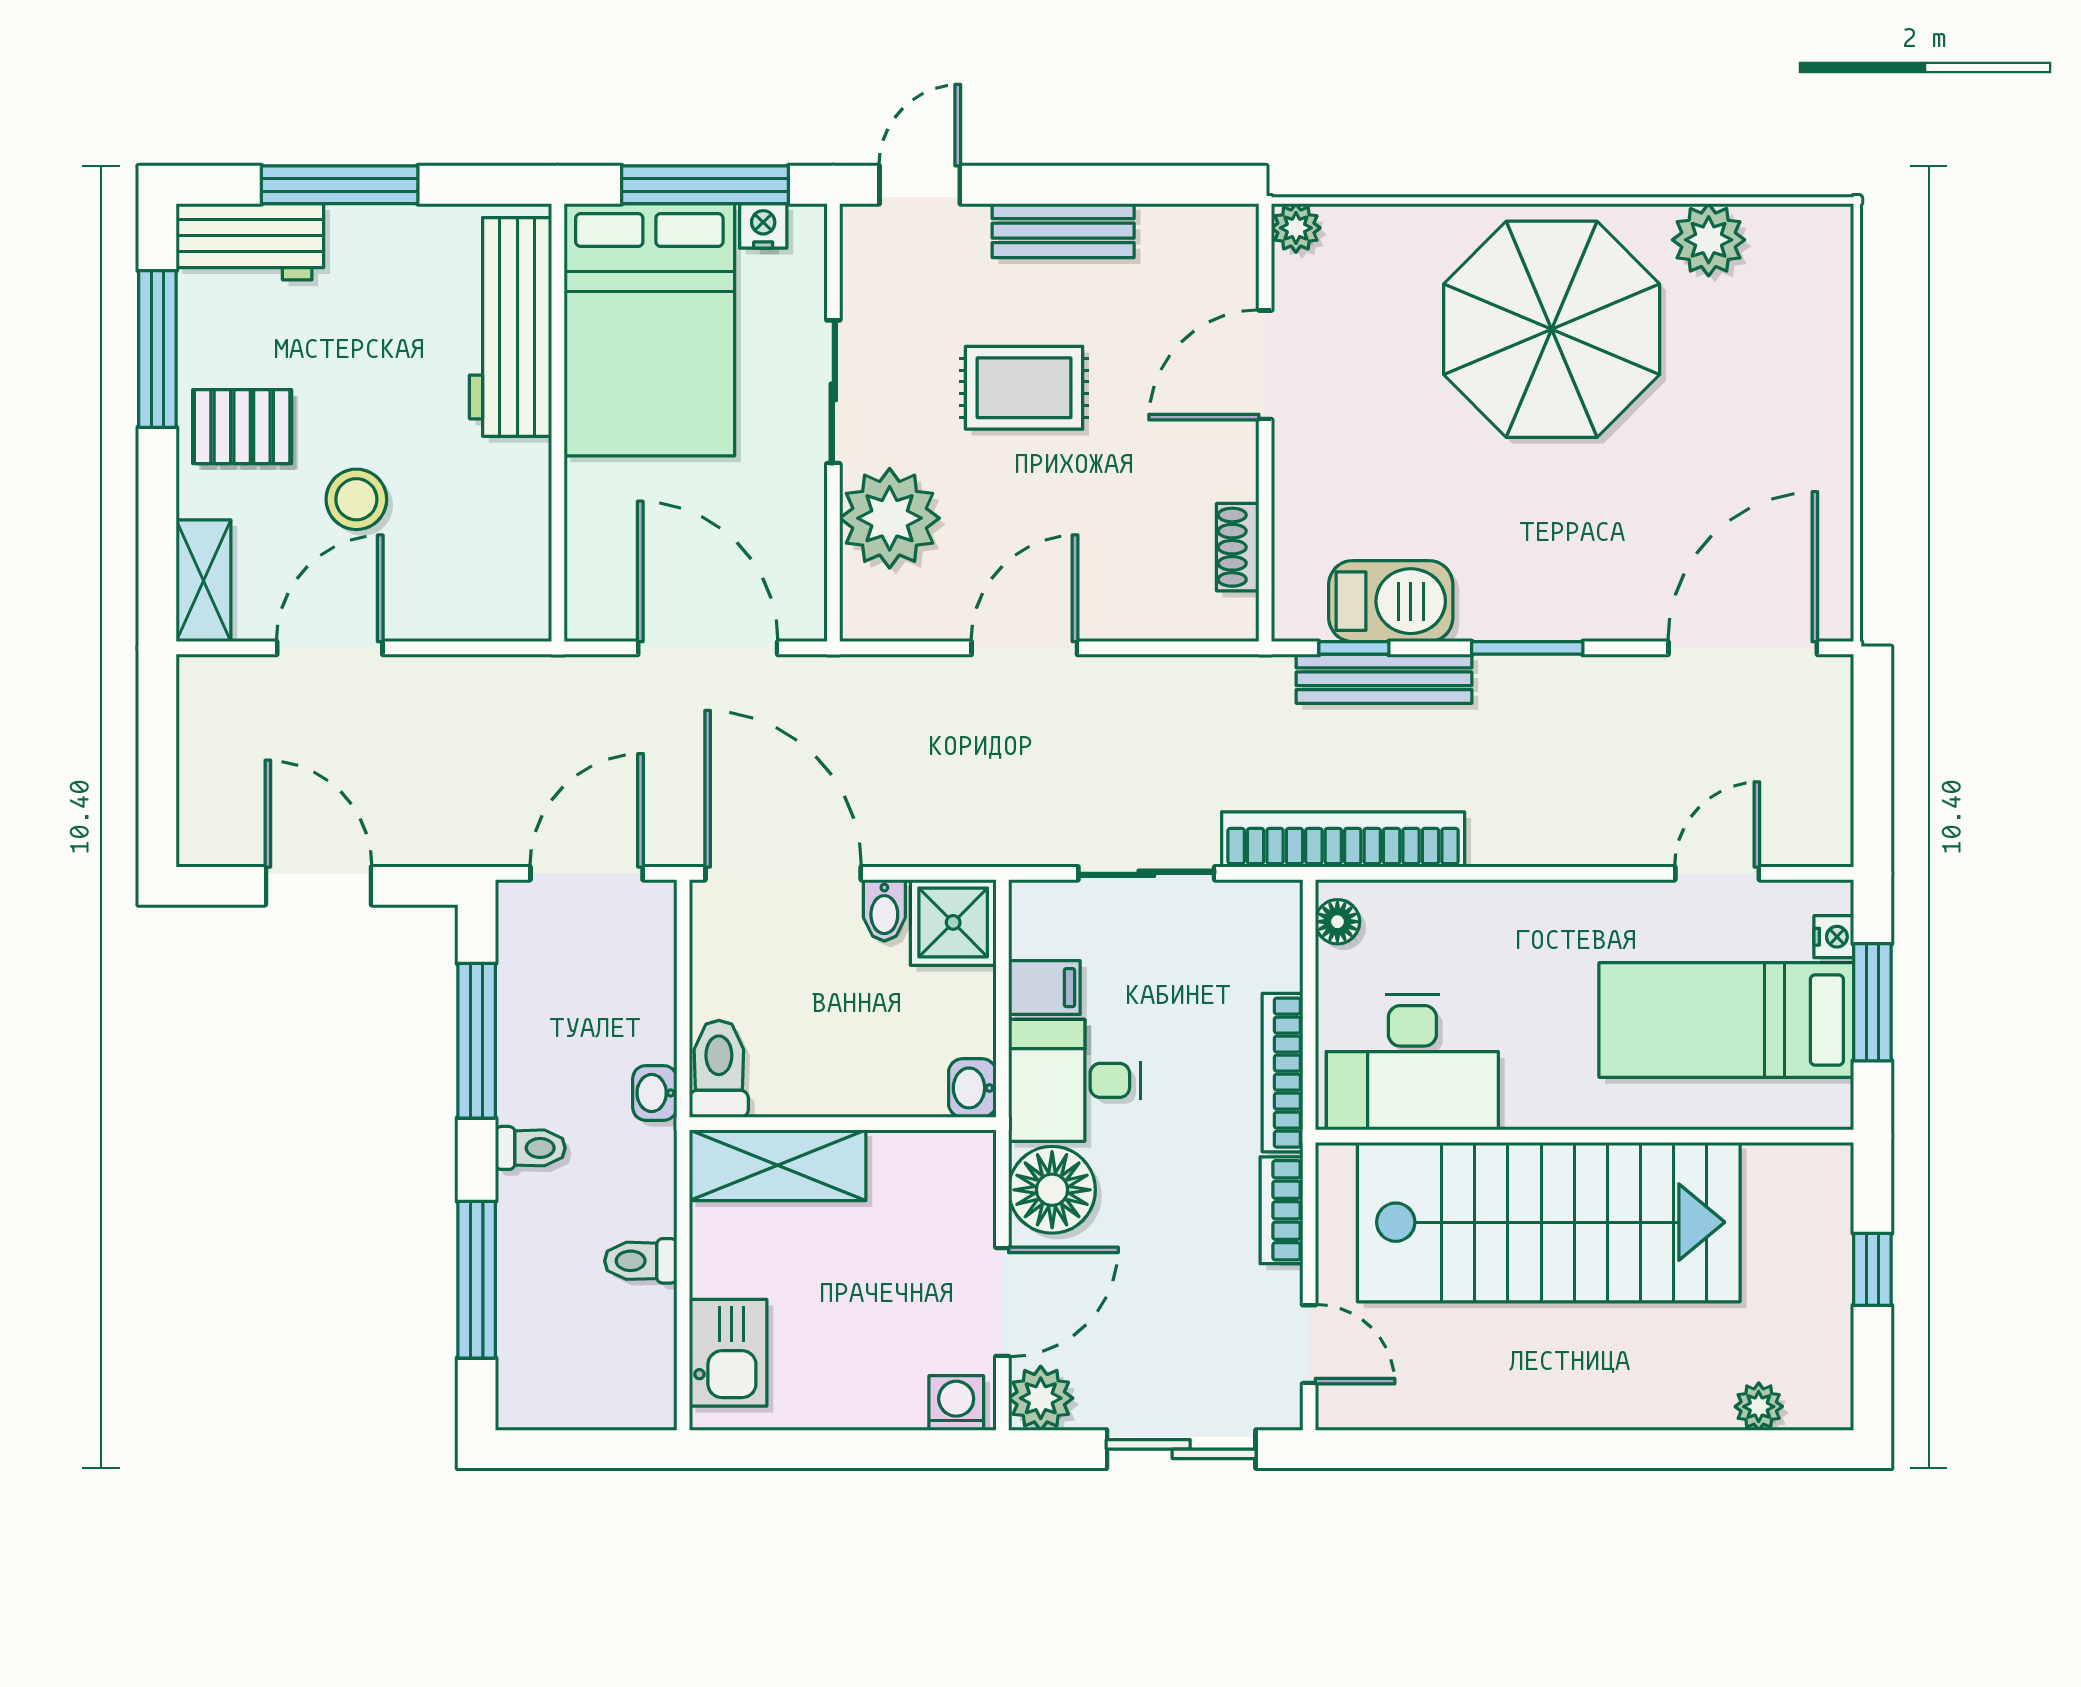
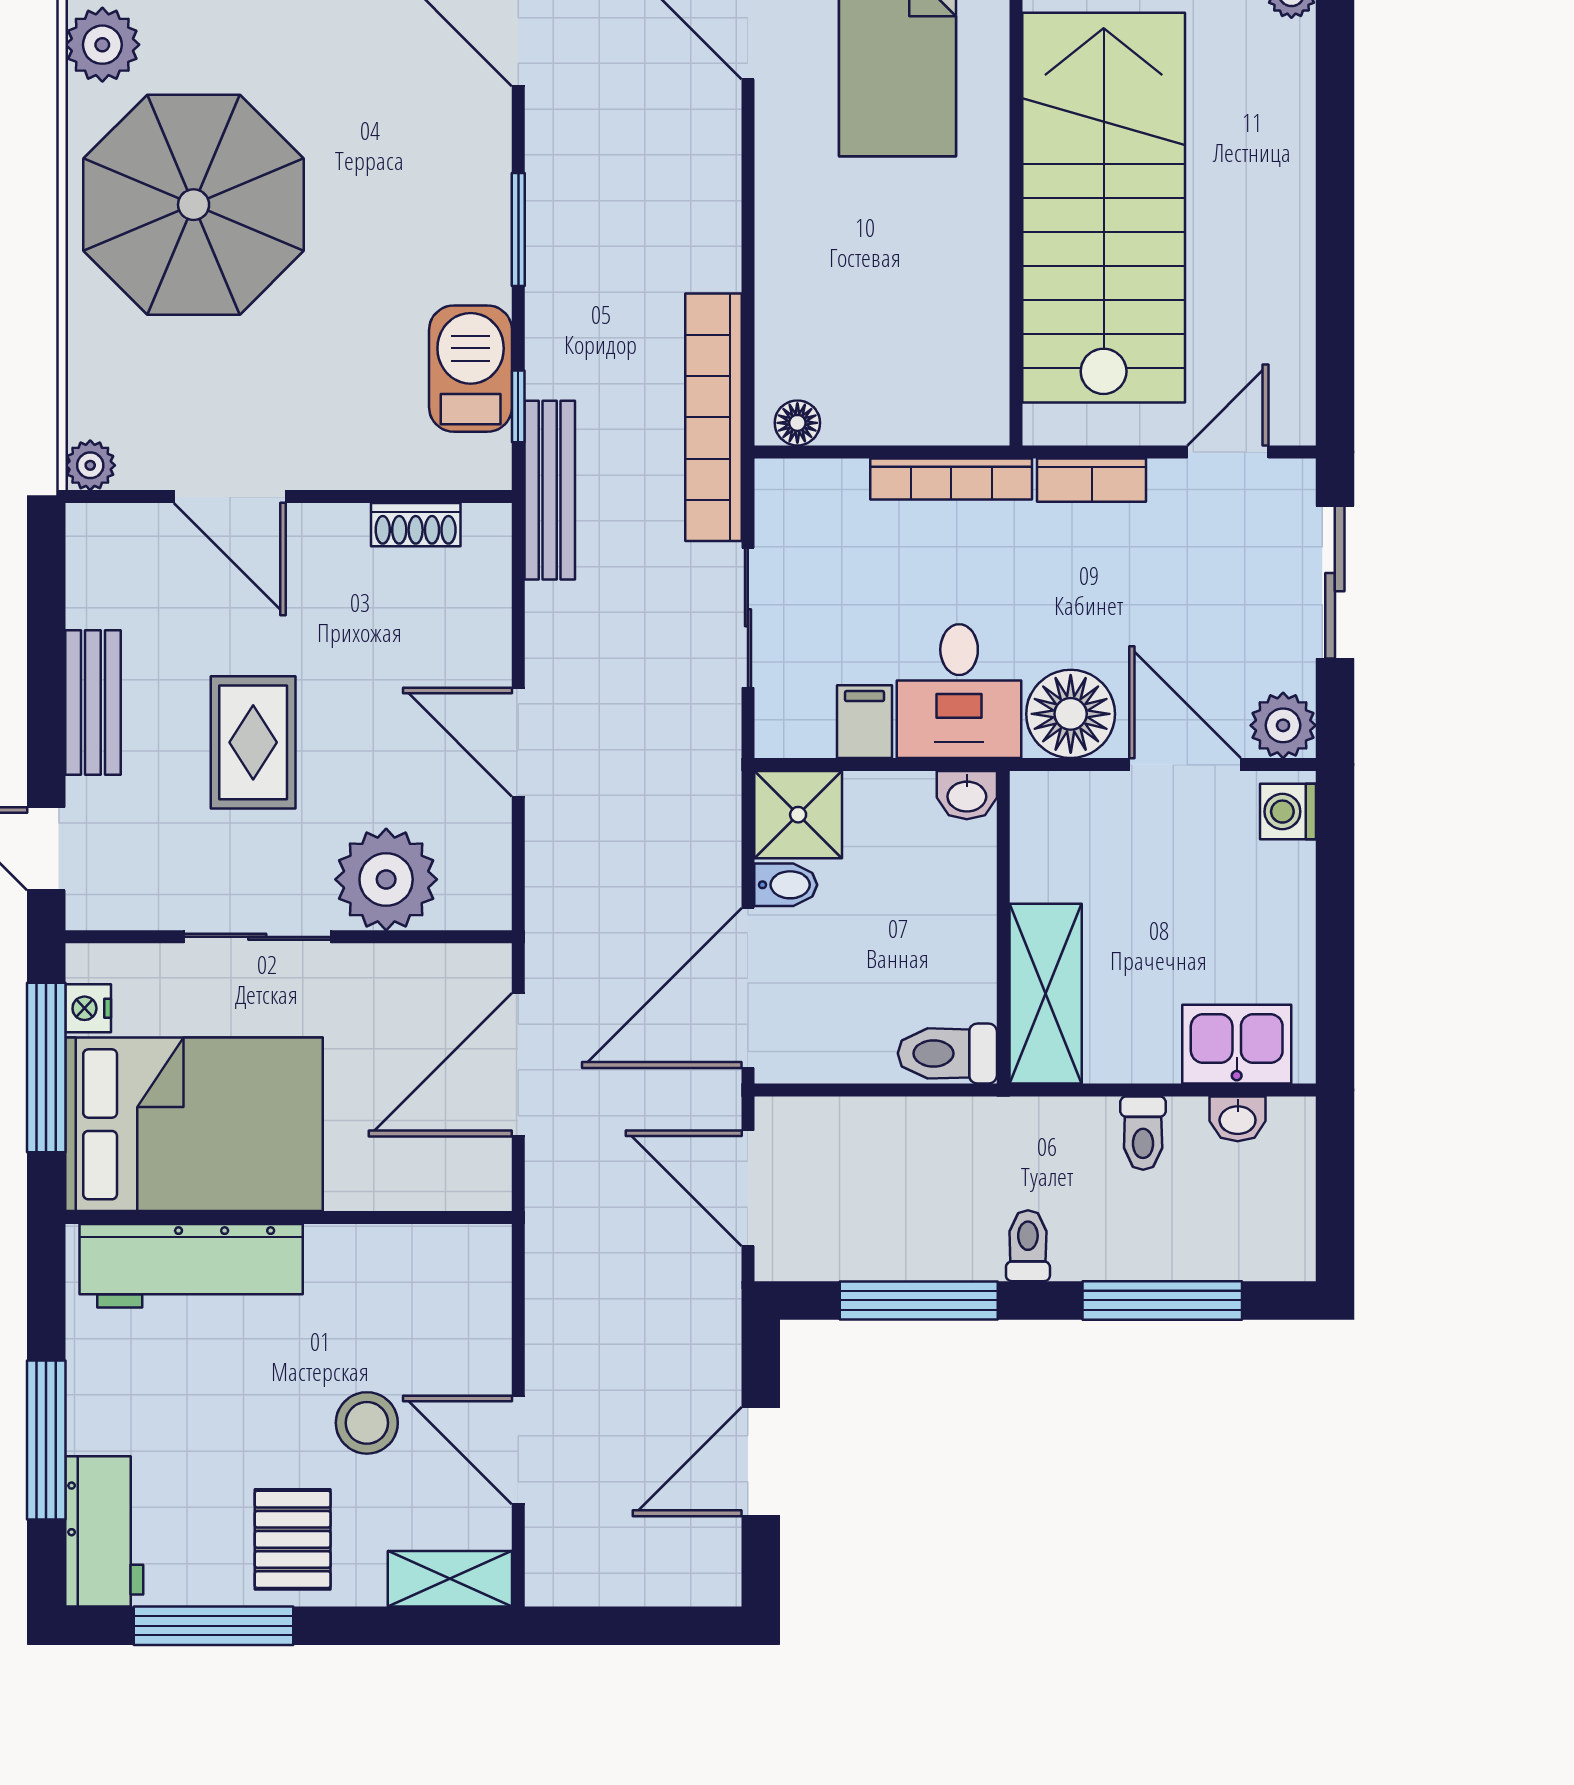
bench: (1384, 679) -> (550, 490), moved
desk: (1412, 1062) -> (941, 347), removed
washbasin: (655, 1093) -> (1238, 1119), moved

